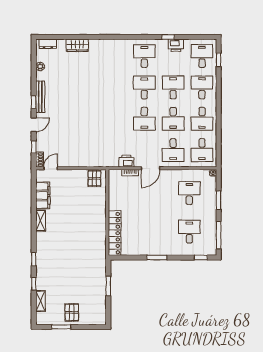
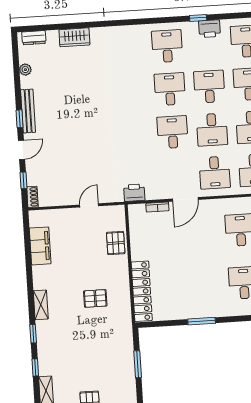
desk: (144, 119) -> (172, 132), turned 180
printer: (126, 161) -> (134, 193), moved
door: (51, 168) -> (89, 205), moved
pallet: (94, 179) -> (116, 243), moved
shelving: (41, 221) -> (41, 305), moved
pallet: (81, 236) -> (95, 298), added

